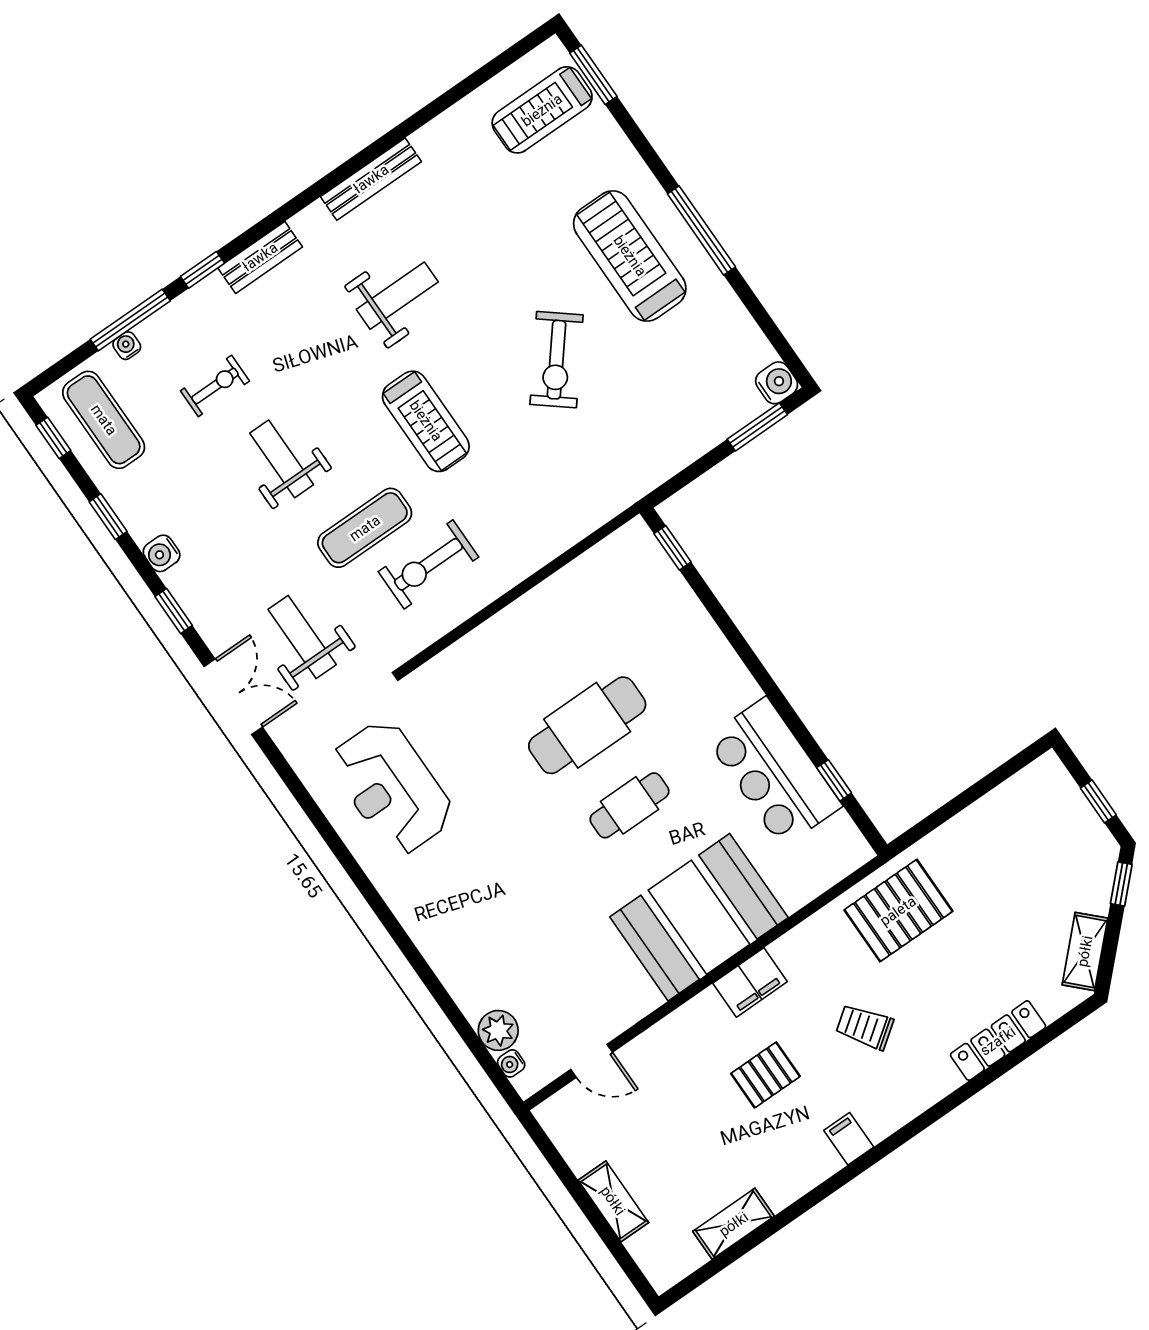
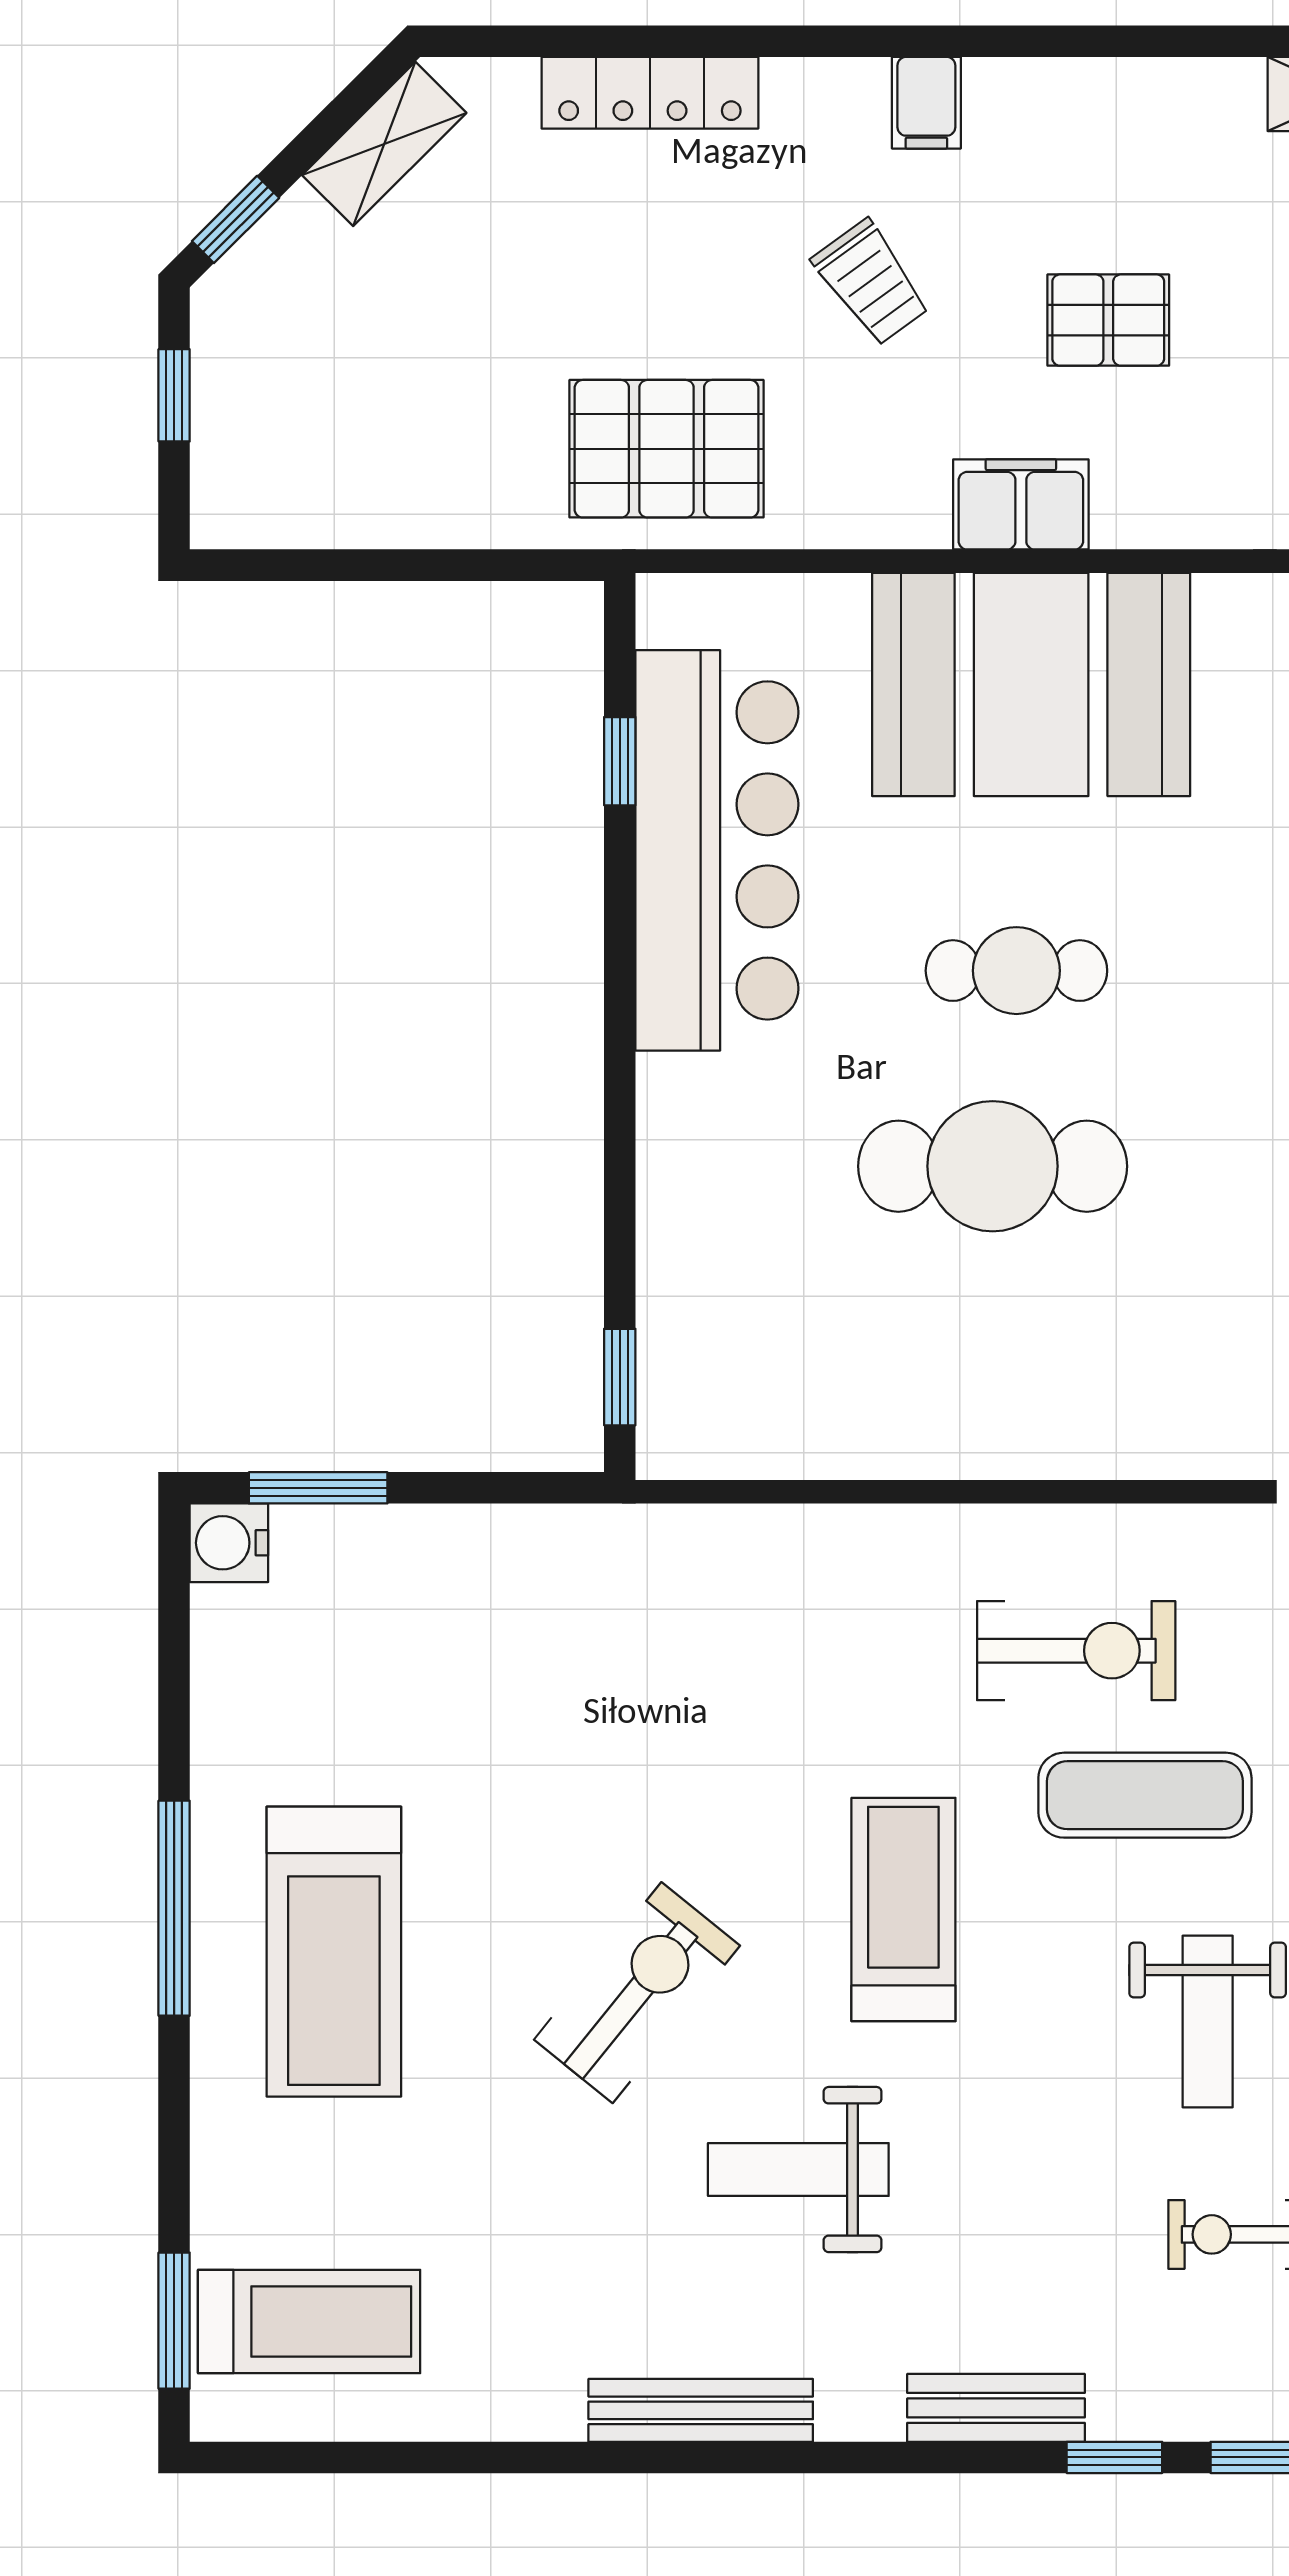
exercise bike: (557, 360) -> (637, 1993), moved
bar counter: (774, 772) -> (717, 850), width x1.36
filing cabinet: (849, 1139) -> (926, 103), moved

